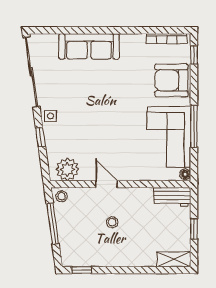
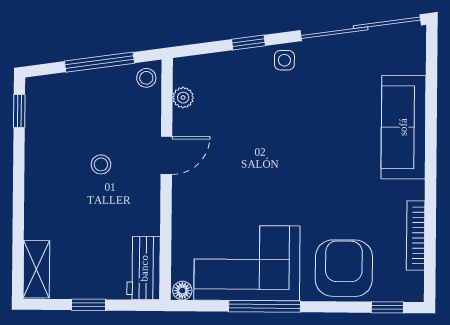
bookcase: (167, 39) -> (416, 235), moved
plant: (67, 169) -> (183, 98), width x0.53, depth x0.53

